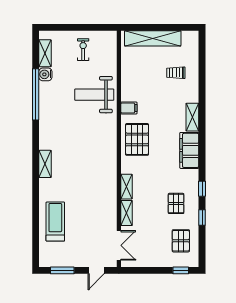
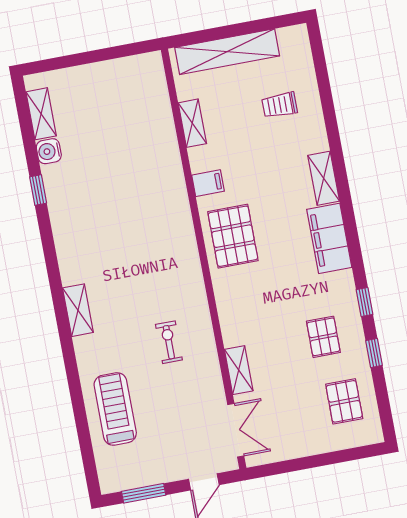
exercise bike: (83, 50) -> (169, 342), moved
window: (36, 94) -> (38, 190), width x0.32
weight bench: (94, 95) -> (142, 171), removed
shelving: (126, 187) -> (192, 123), moved
window: (181, 270) -> (354, 454), removed

